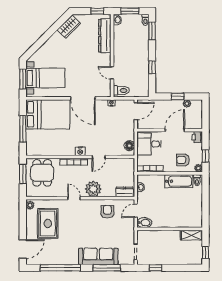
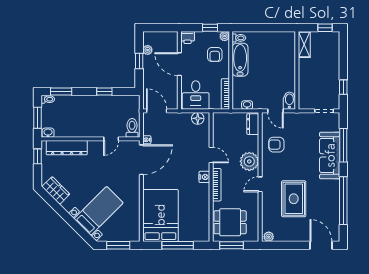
bed with nightstands: (45, 78) -> (99, 211), moved, turned 45
door: (83, 98) -> (141, 160), moved
rug: (48, 223) -> (294, 199), moved, turned 90

